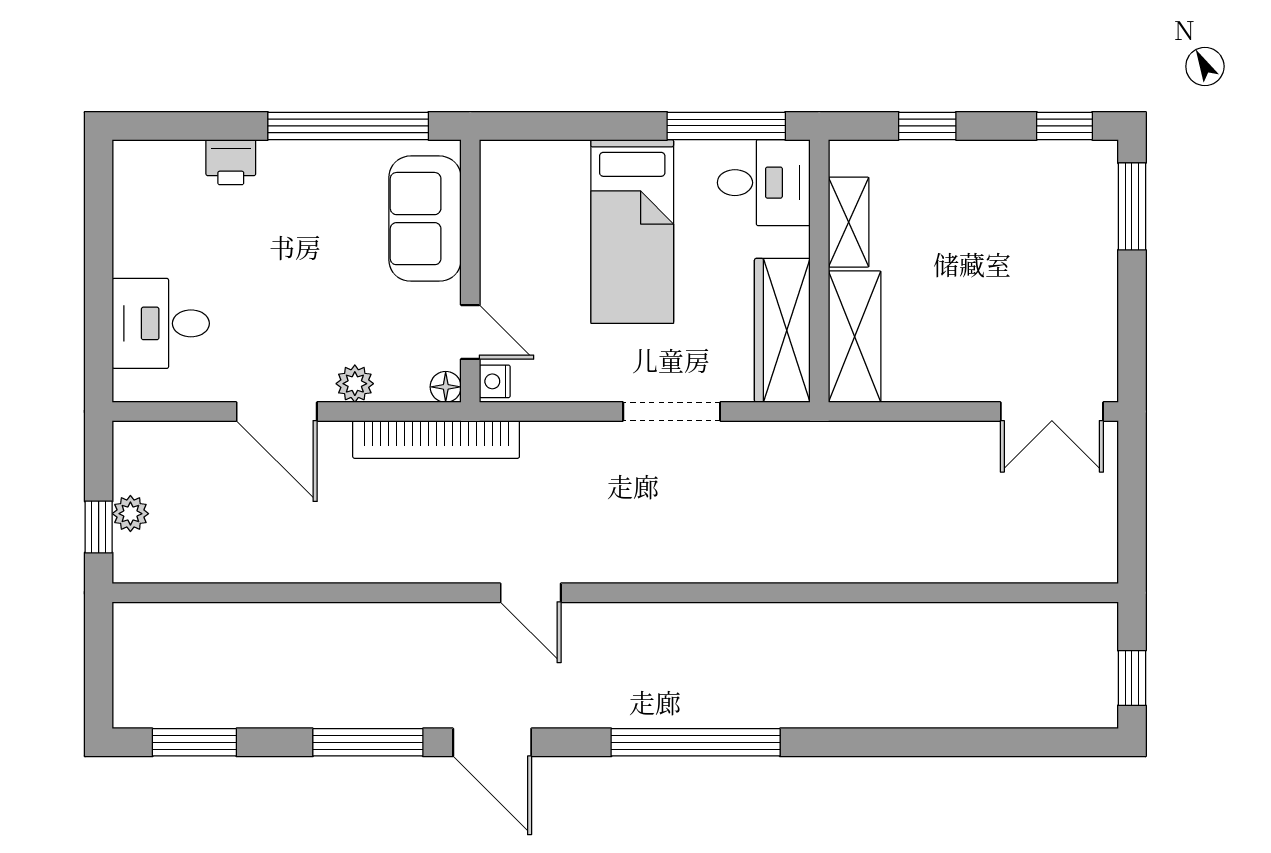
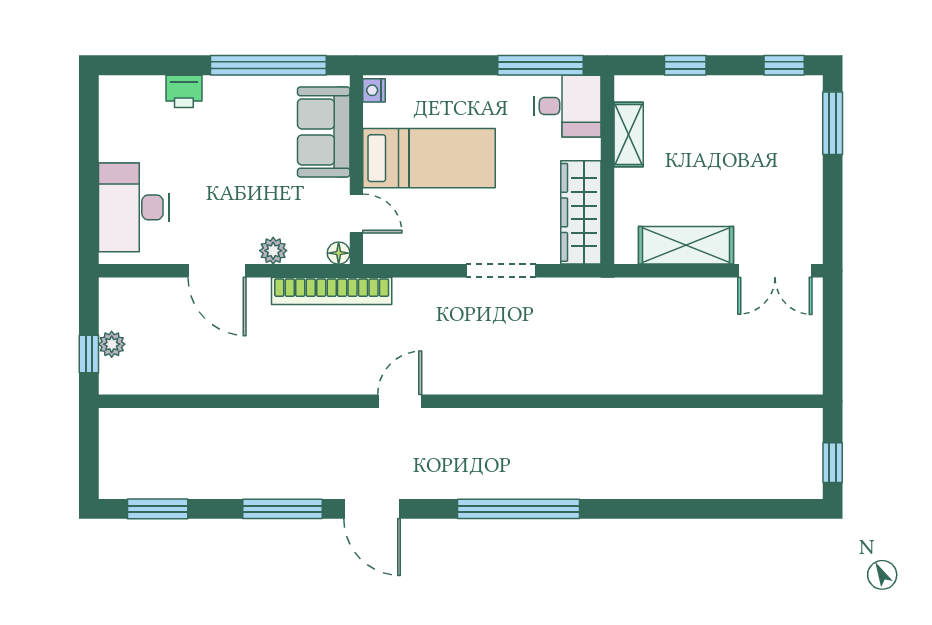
bed: (632, 231) -> (429, 158), moved, turned -90
desk: (161, 323) -> (134, 207), width x1.37
shelving: (855, 337) -> (686, 245), moved, turned 90
nightstand: (495, 381) -> (374, 90), moved
door: (531, 593) -> (400, 401), swing flipped

